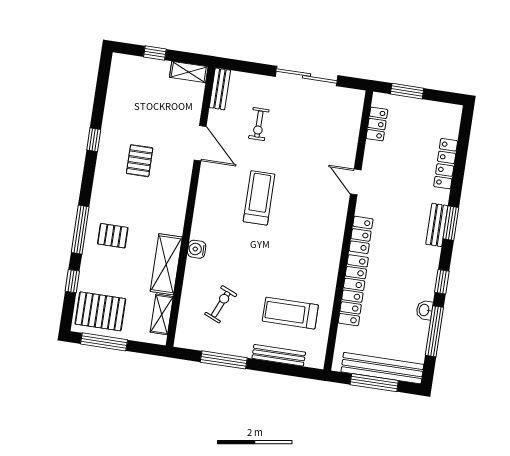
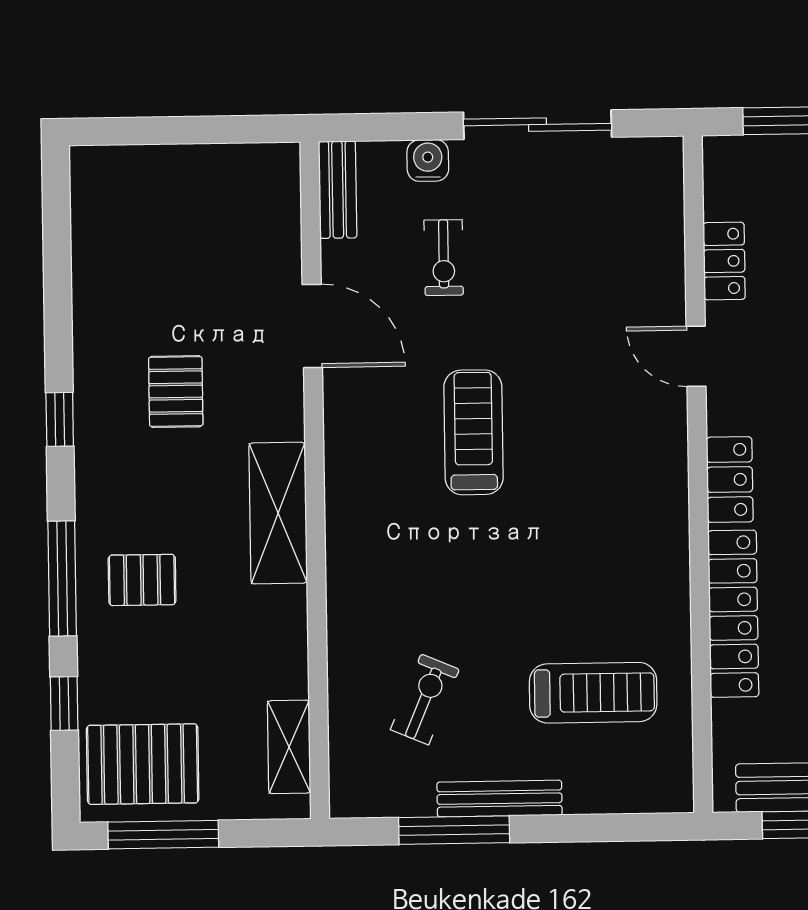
window: (155, 53) -> (169, 130), removed
shelving: (189, 72) -> (257, 162), removed
locker: (377, 124) -> (724, 261), moved
window: (94, 140) -> (60, 419), moved
water cooler: (197, 249) -> (428, 160), moved, turned 90
shelving: (166, 264) -> (278, 513), moved
treadmill: (290, 313) -> (593, 693), turned 180
bench: (279, 355) -> (500, 799), moved

